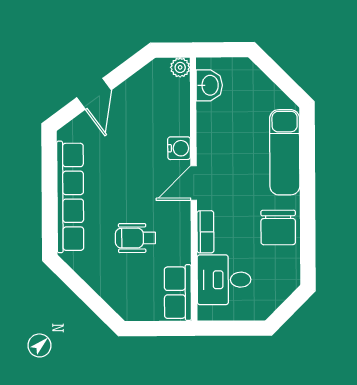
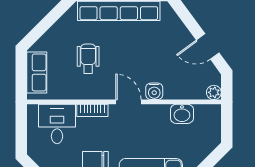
washbasin: (209, 85) -> (182, 114), moved
door: (94, 94) -> (208, 46), moved
row of seats: (178, 293) -> (37, 72), moved, turned 90

